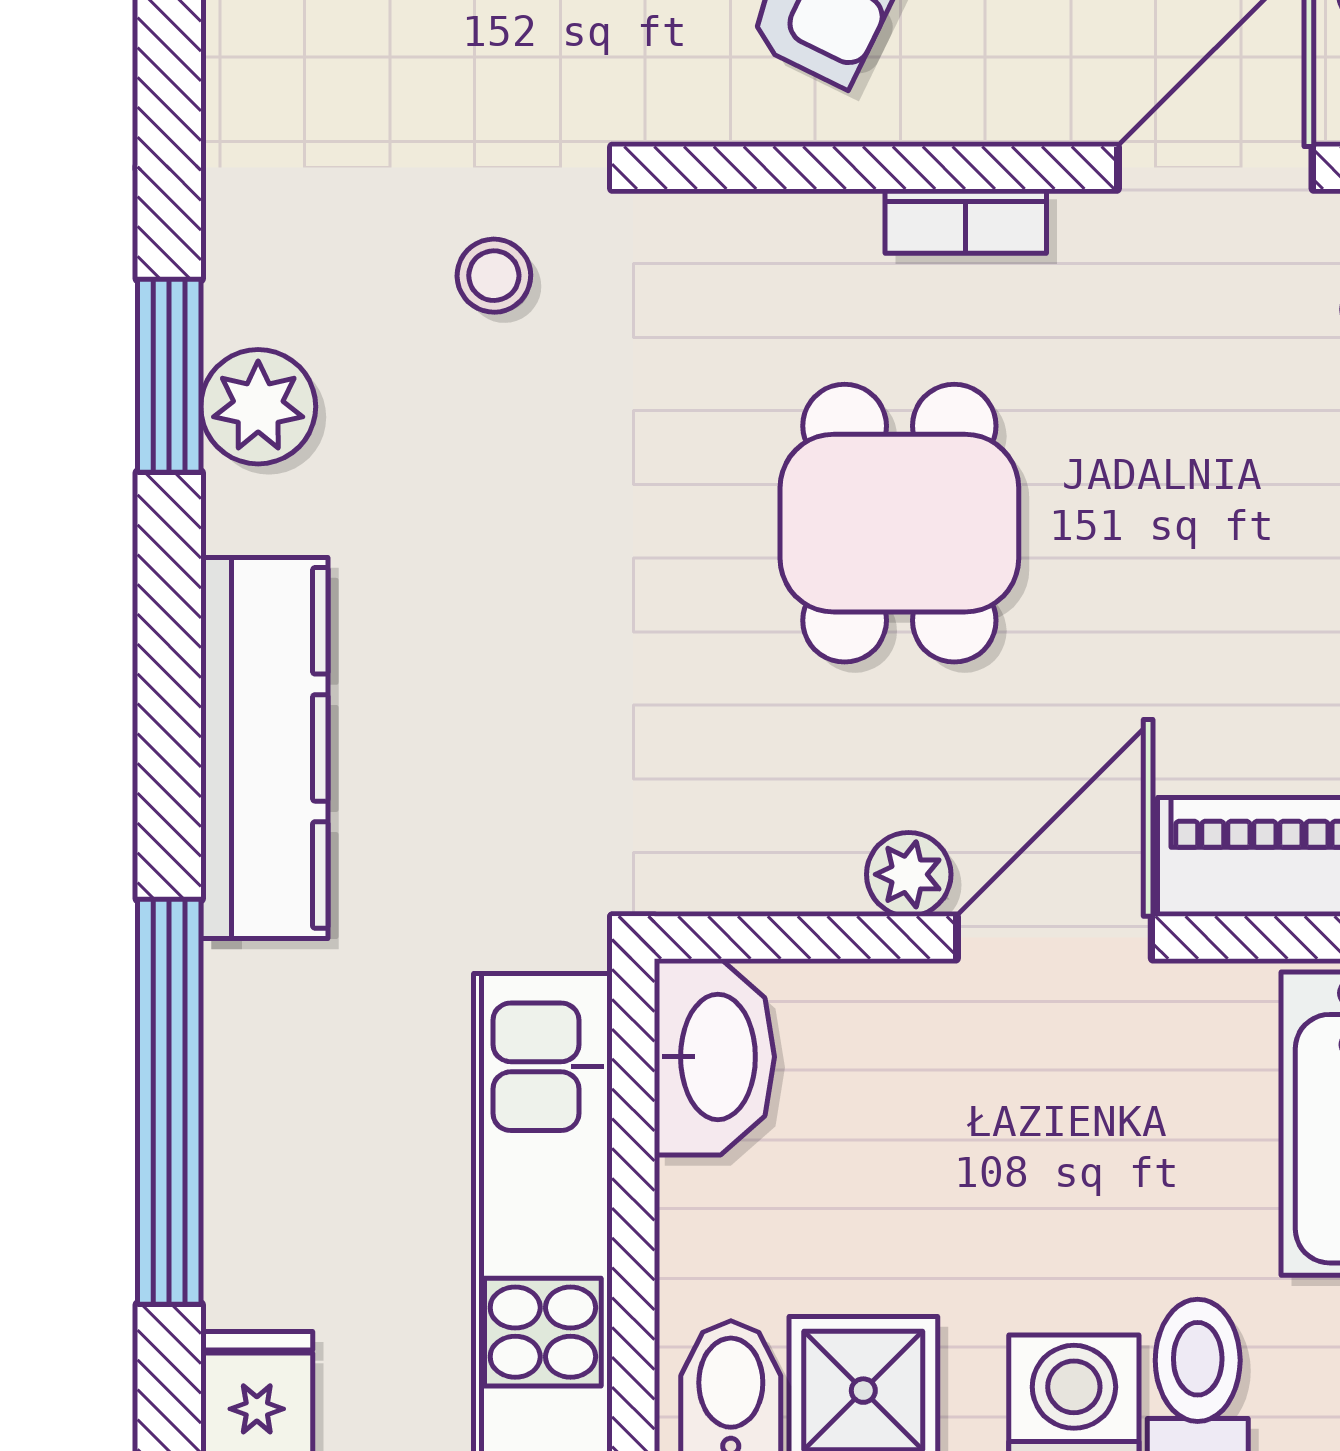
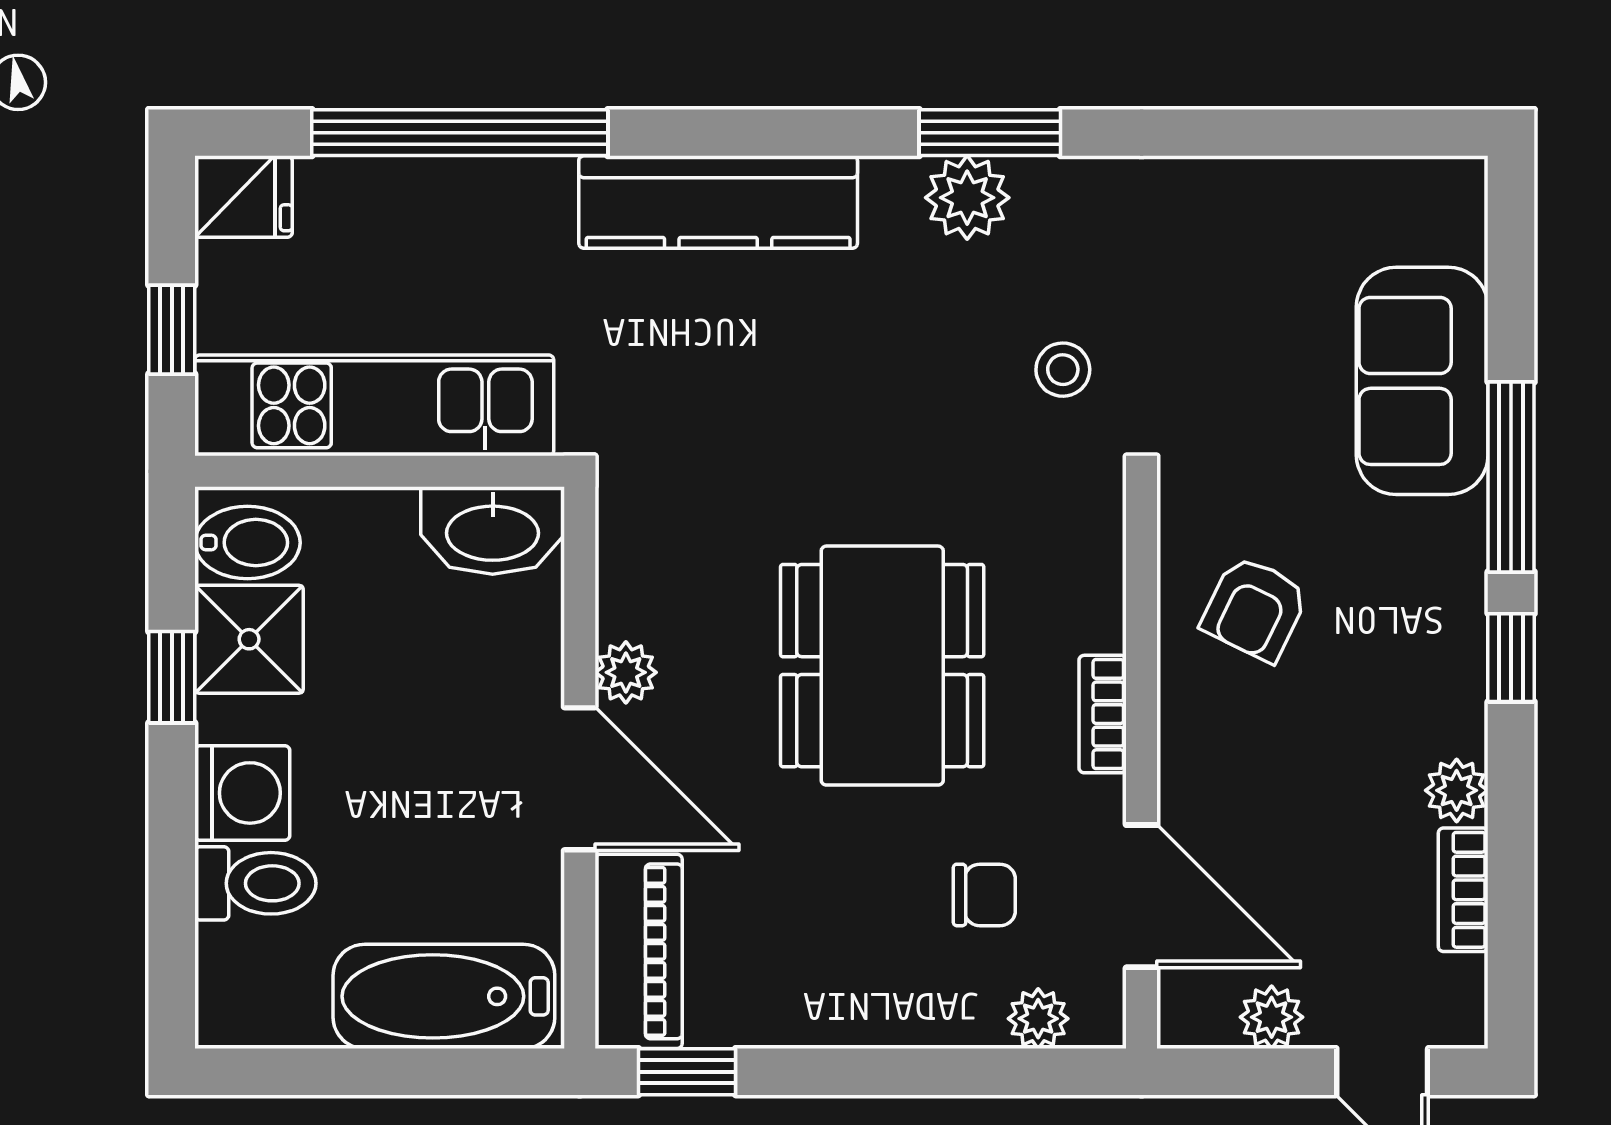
chair: (1214, 383) -> (984, 895), added
dining table: (899, 523) -> (882, 666), width x1.38

